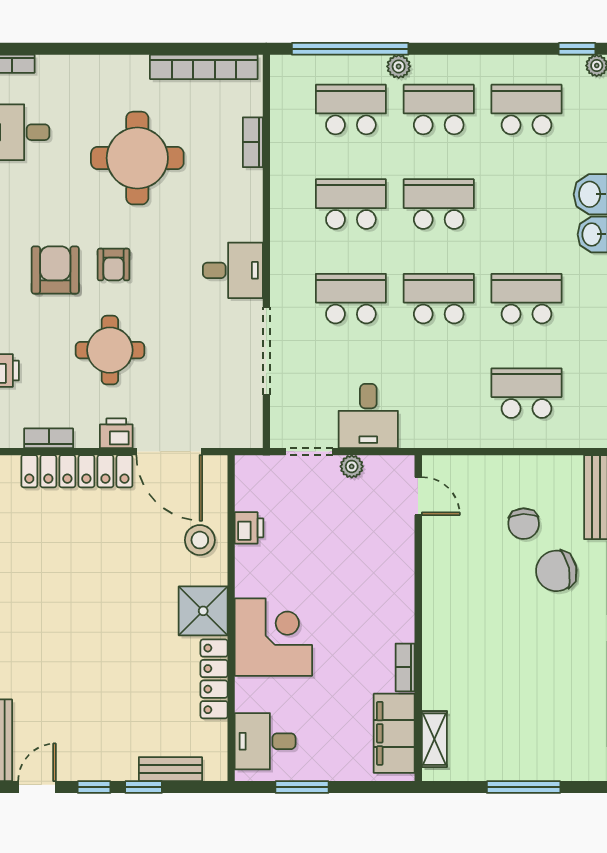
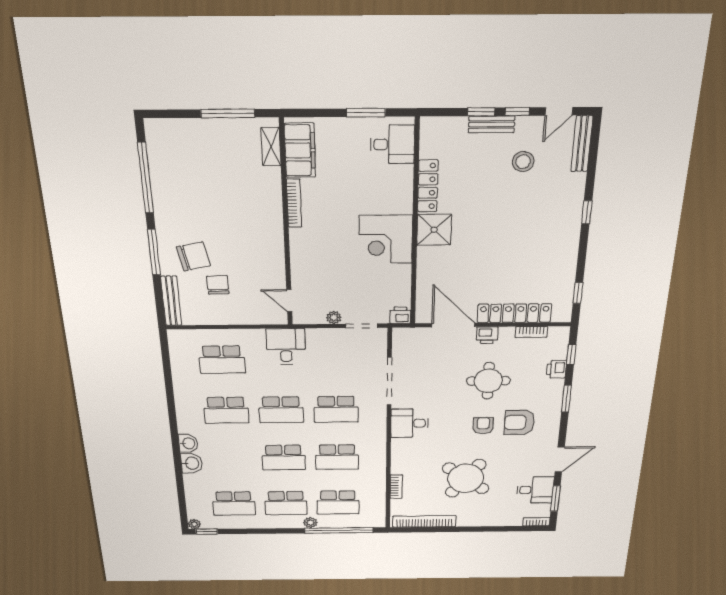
round table: (137, 158) -> (466, 478), turned 37
armchair: (55, 270) -> (519, 422), turned 90
desk: (368, 416) -> (286, 346), moved
printer: (249, 528) -> (400, 315), moved, turned 90
stool: (200, 540) -> (523, 162), moved
corner desk: (273, 637) -> (386, 239), moved
bookcase: (405, 667) -> (294, 203), width x1.56
bench: (170, 769) -> (492, 124), moved
window: (524, 787) -> (228, 113), moved

